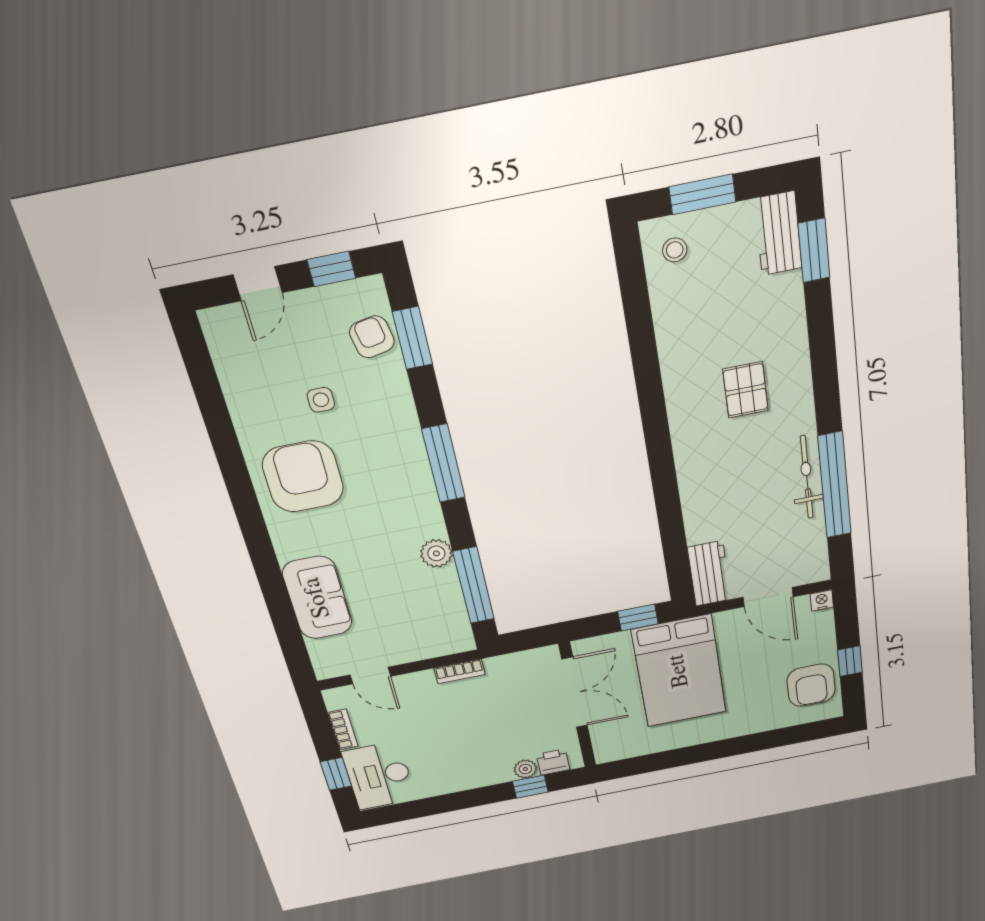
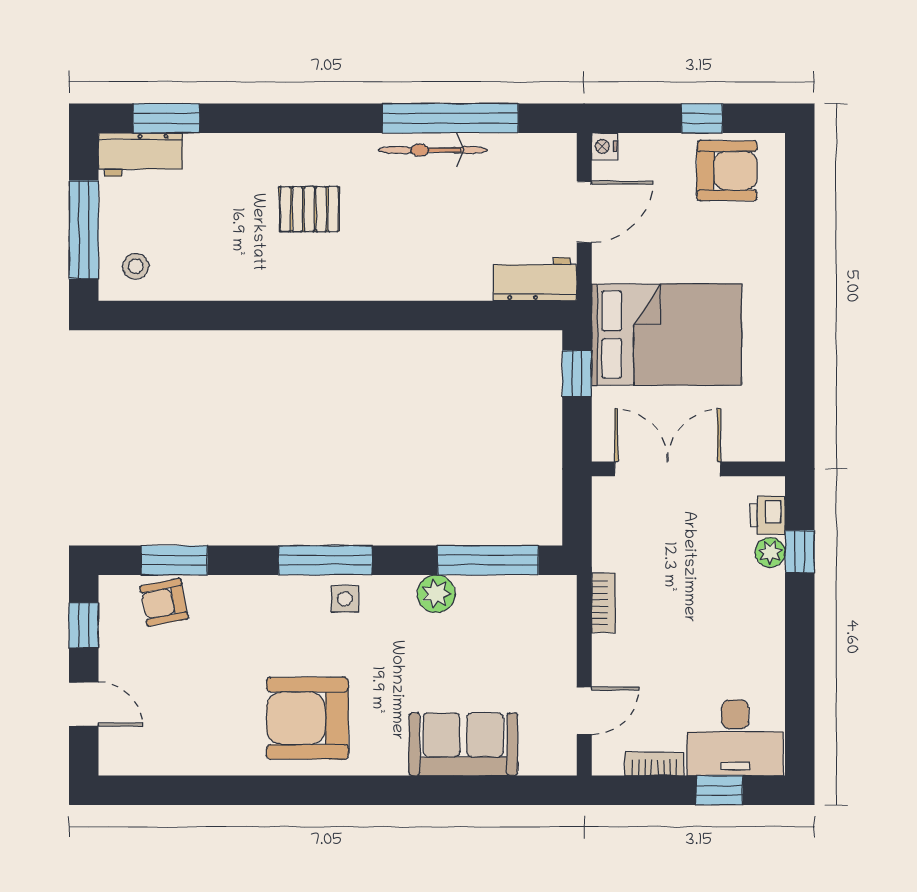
window: (702, 194) -> (84, 230), width x1.44
side table: (321, 400) -> (345, 599), moved

